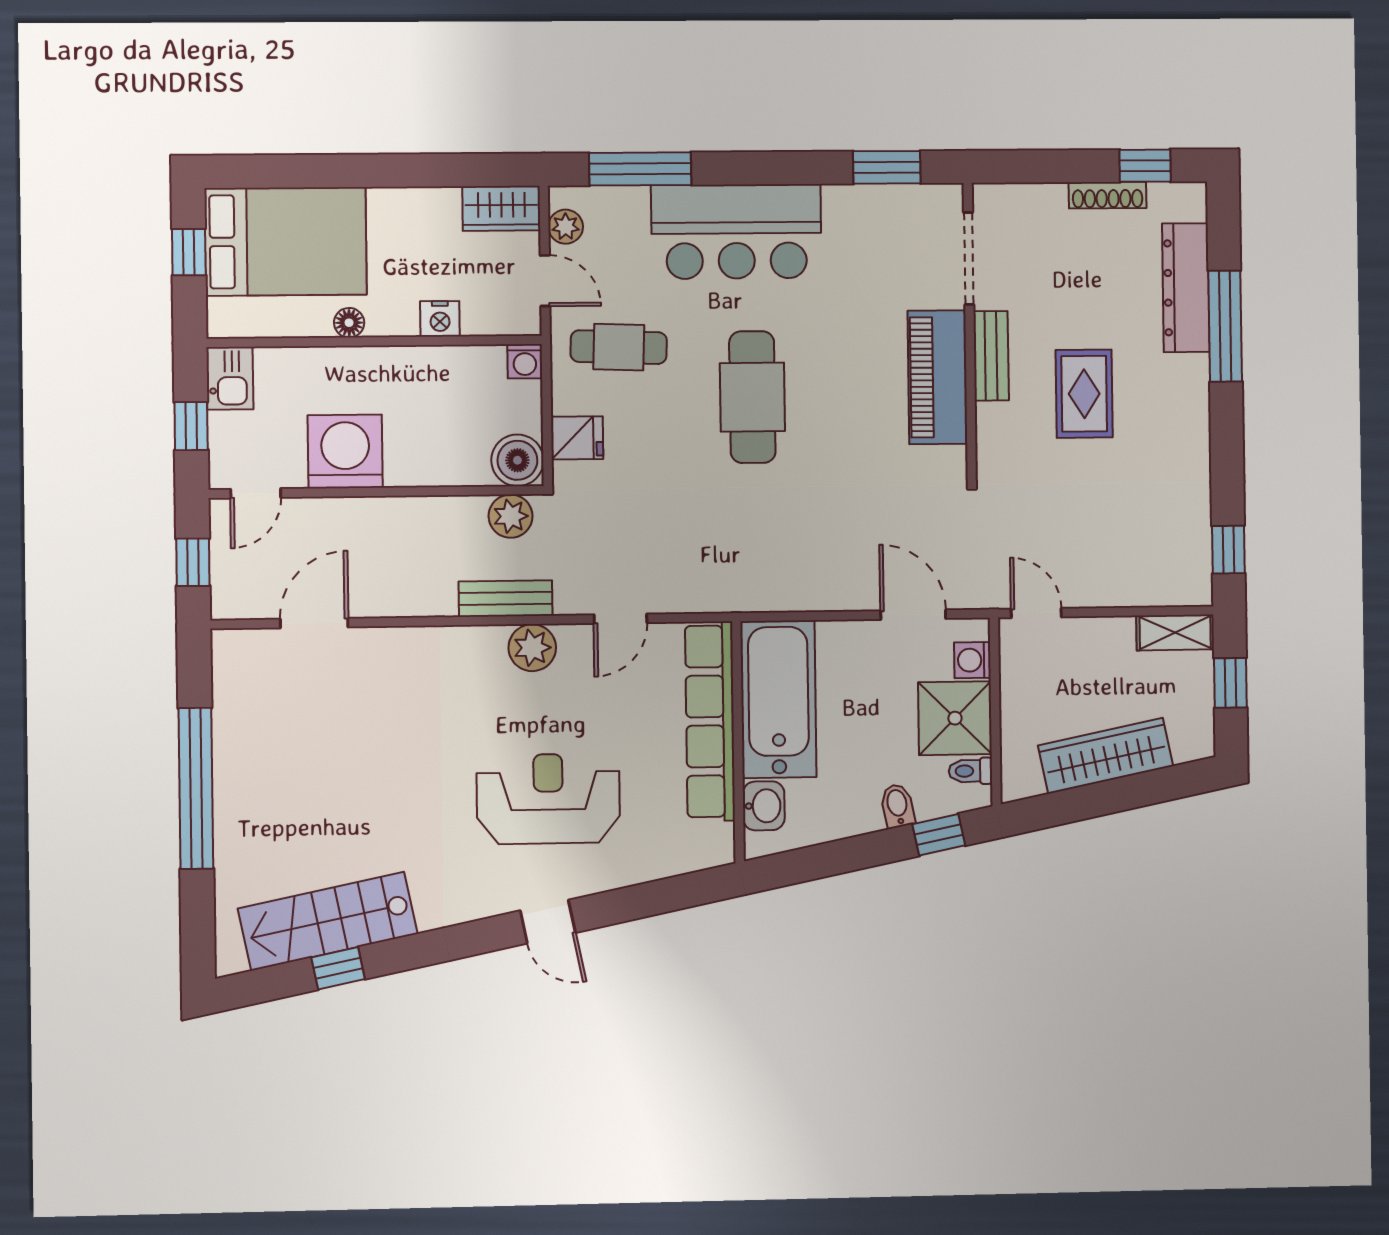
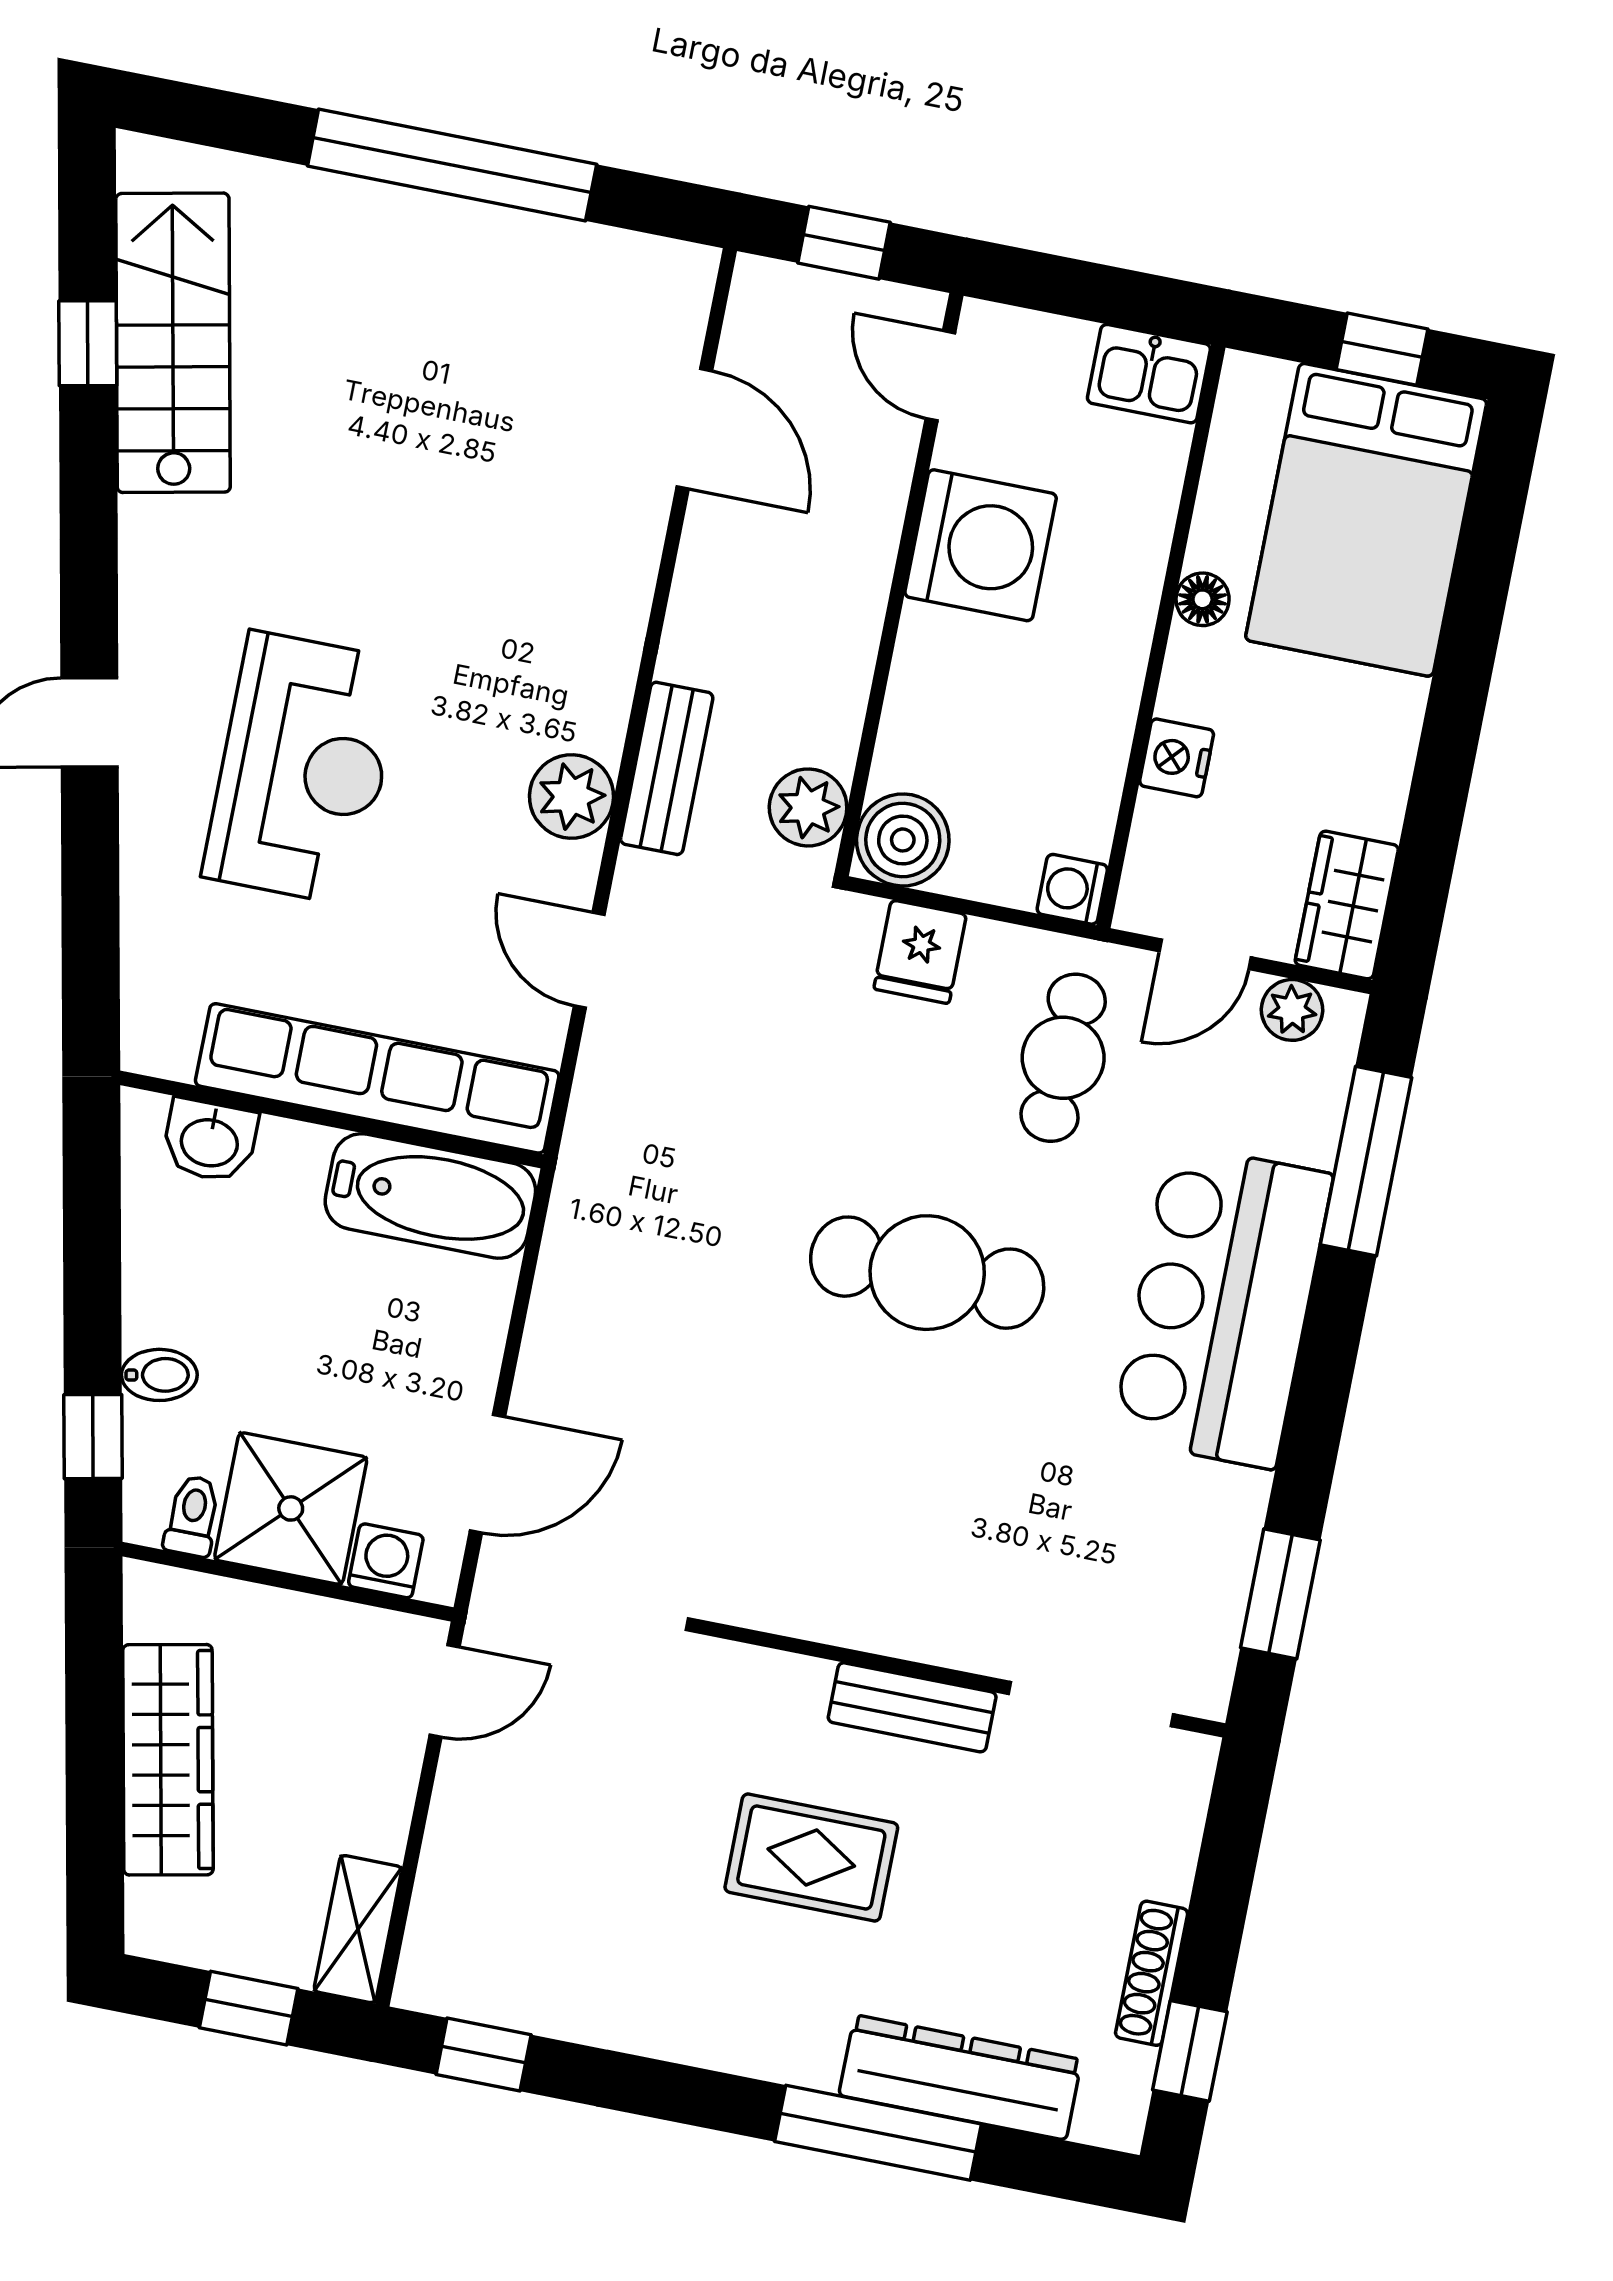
piano: (937, 377) -> (894, 1605), removed
window: (191, 426) -> (1080, 289), removed
bathtub: (778, 699) -> (430, 1196), width x0.73, depth x0.73

